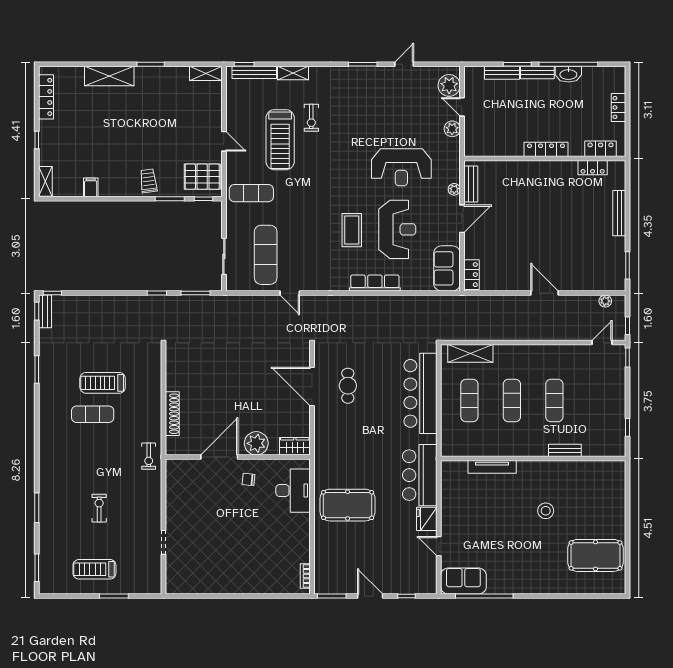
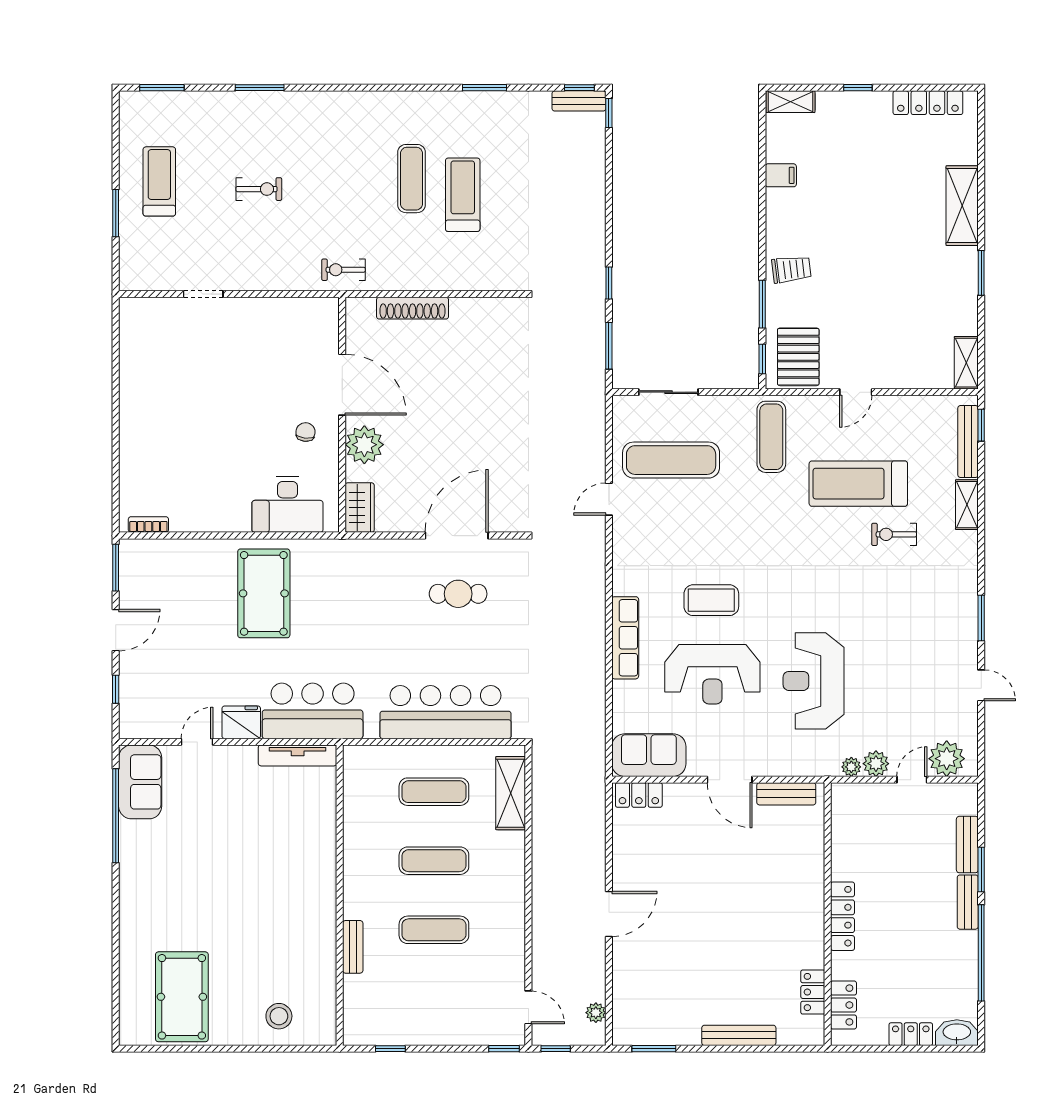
washbasin: (568, 74) -> (957, 1033), moved, turned 90
plant: (454, 189) -> (851, 767), moved
tv unit: (492, 467) -> (298, 755), moved, turned -90
stool: (546, 511) -> (279, 1016), moved

